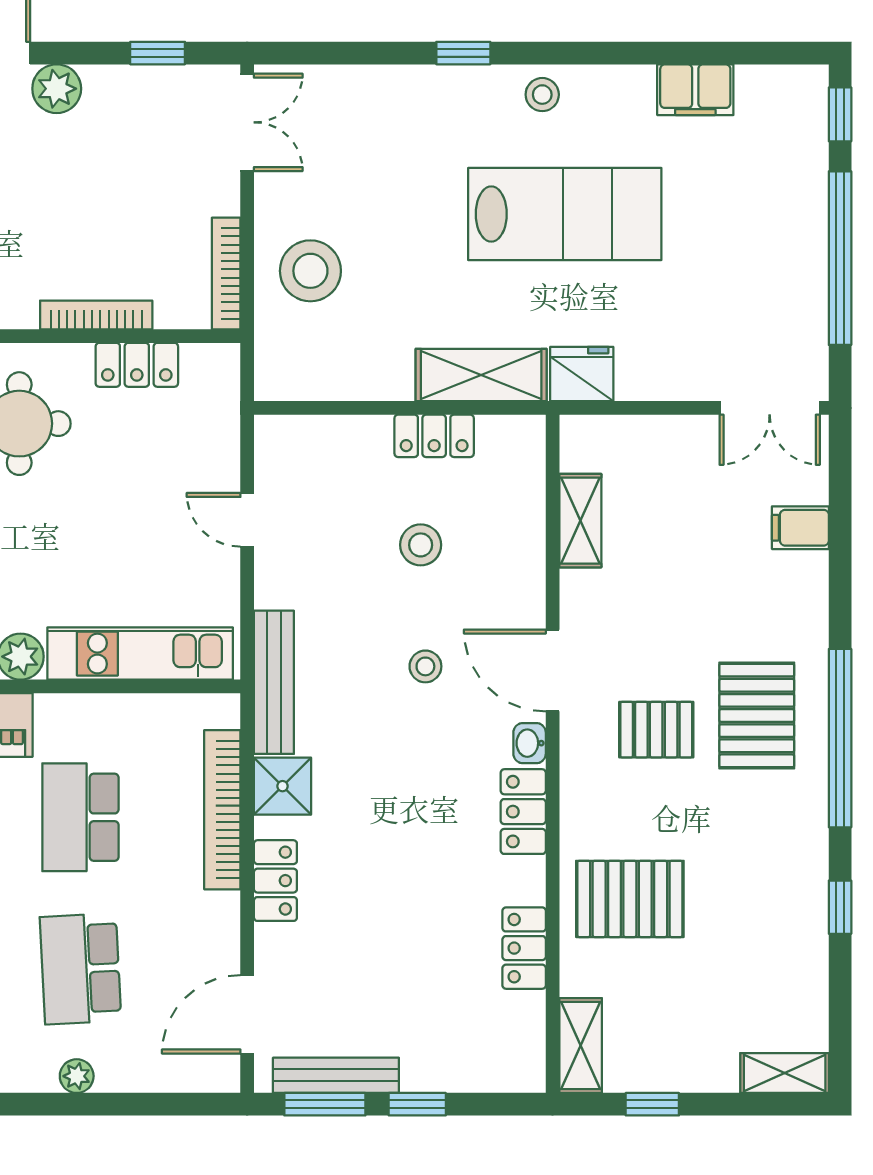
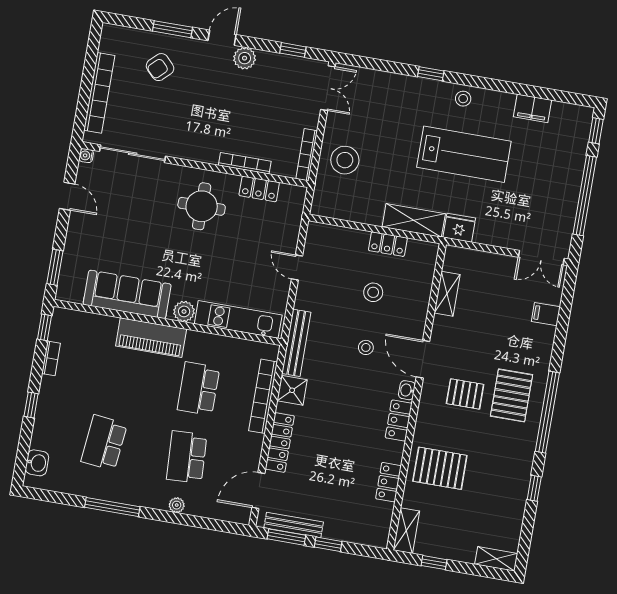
locker: (275, 881) -> (280, 442), width x1.53

